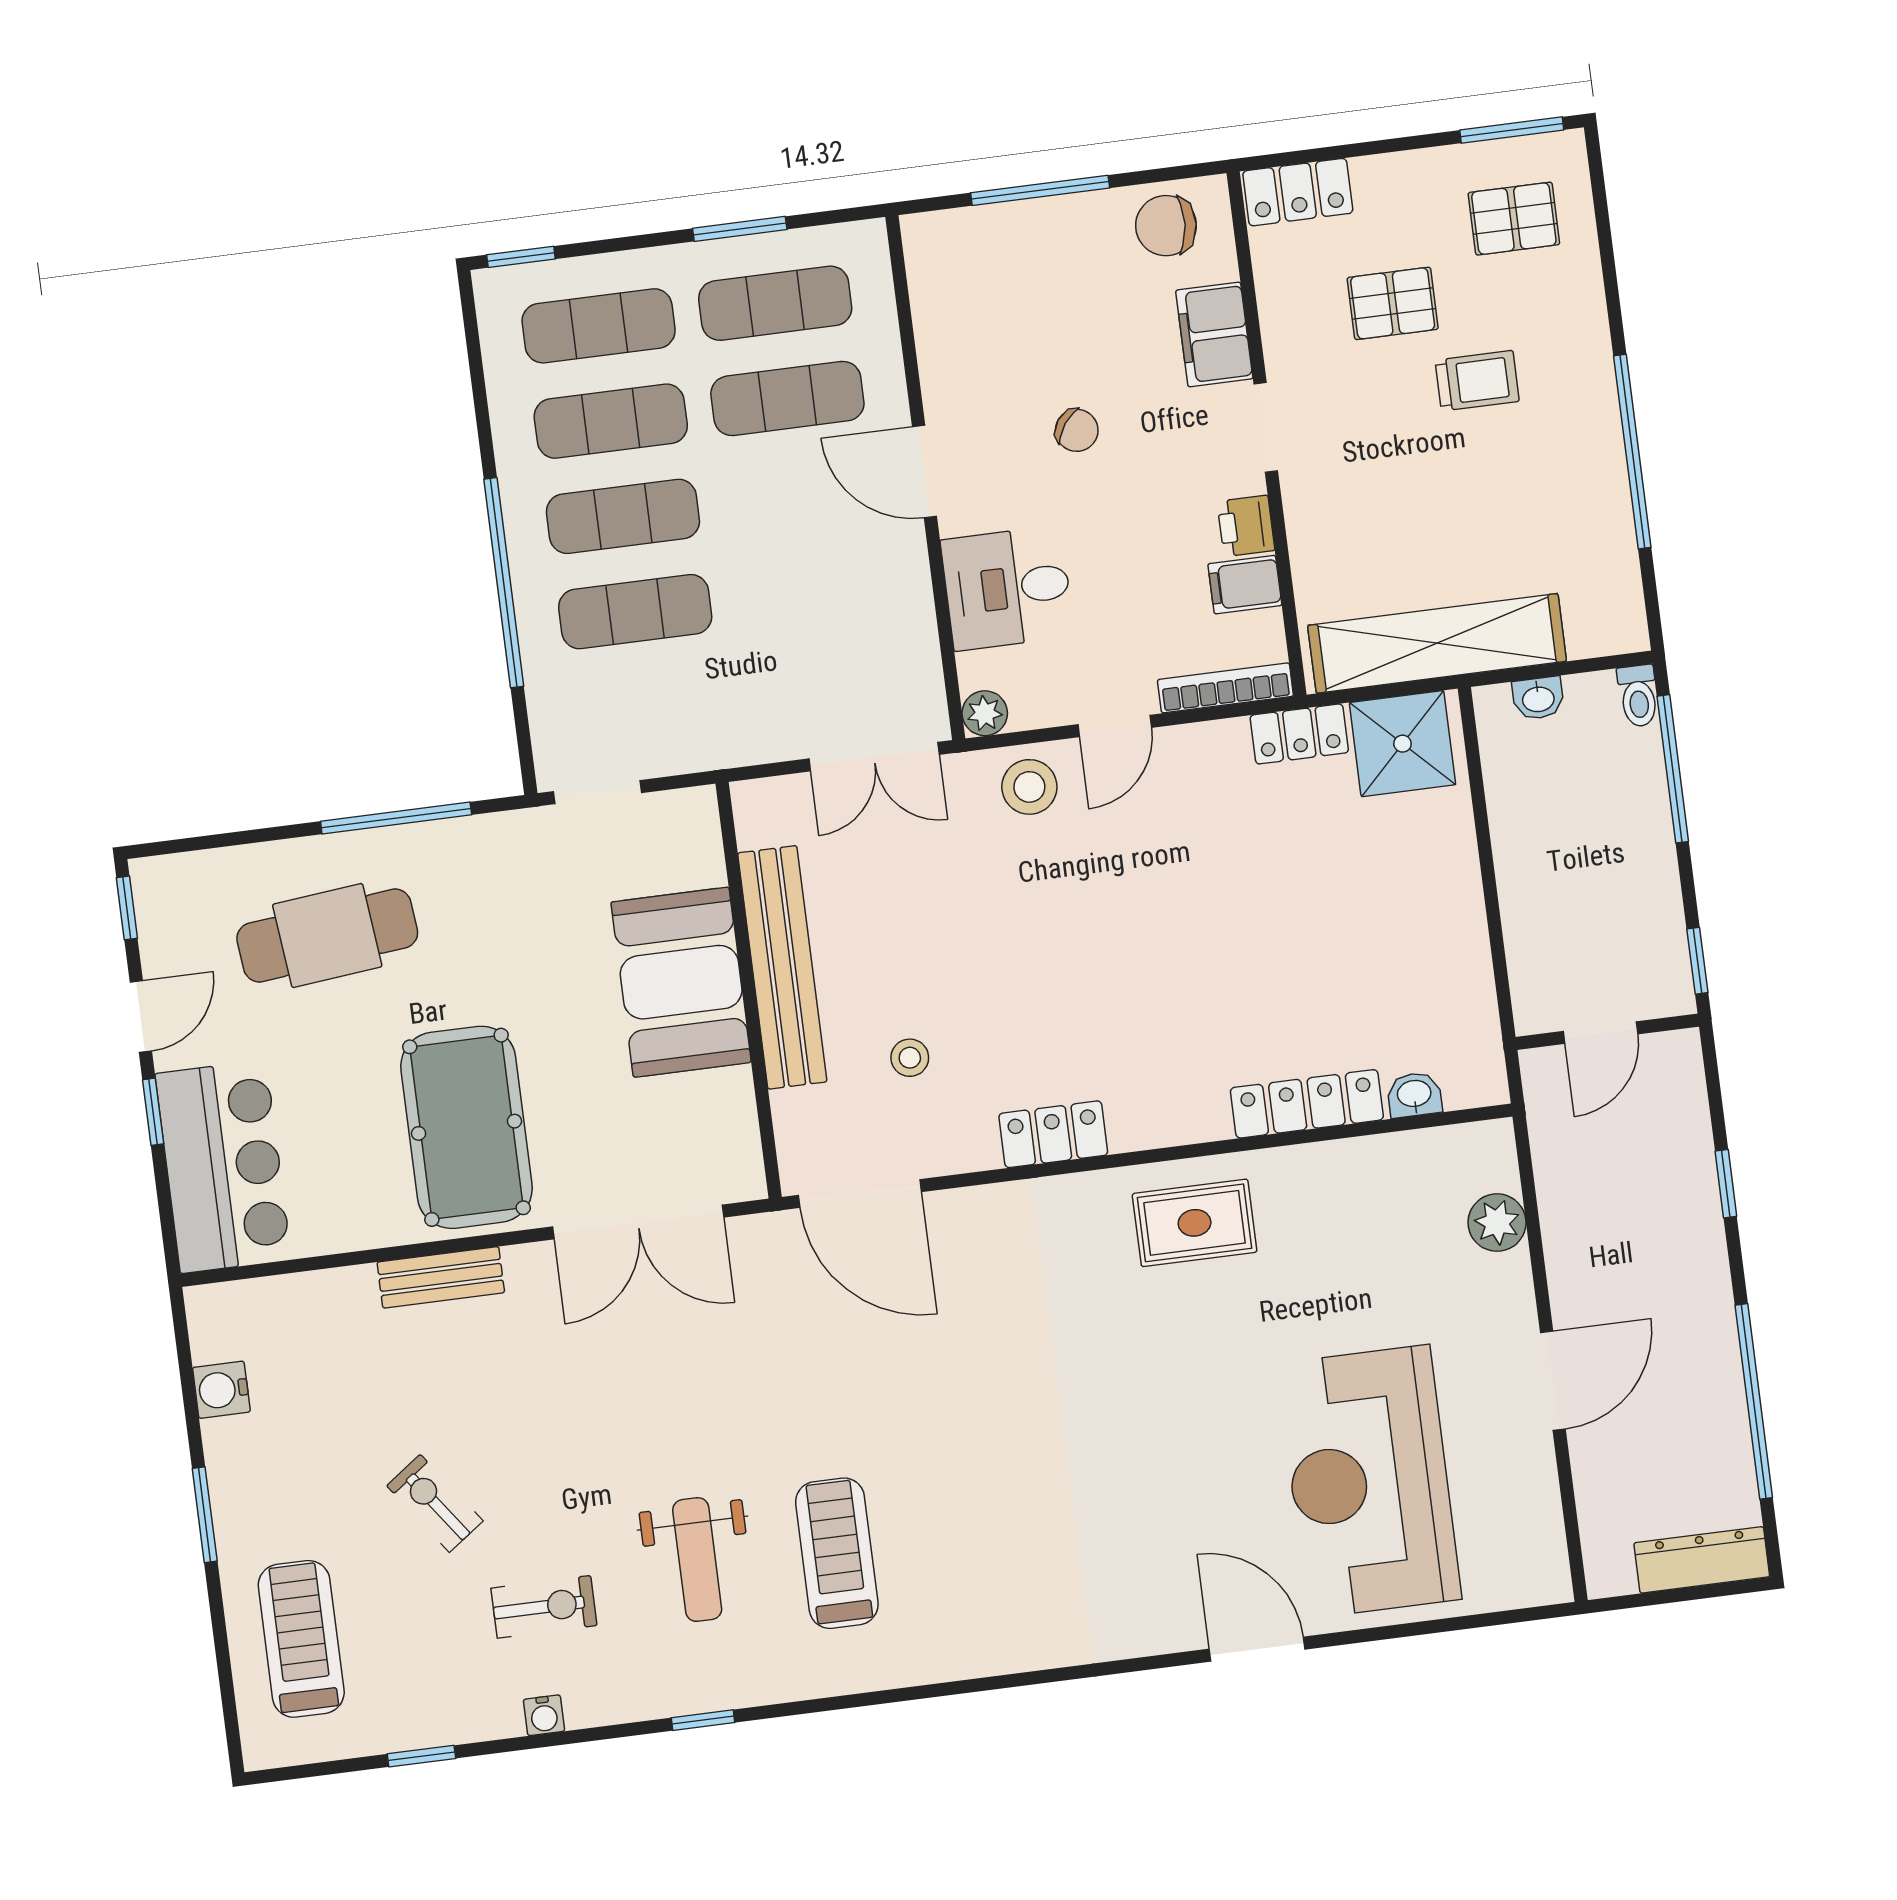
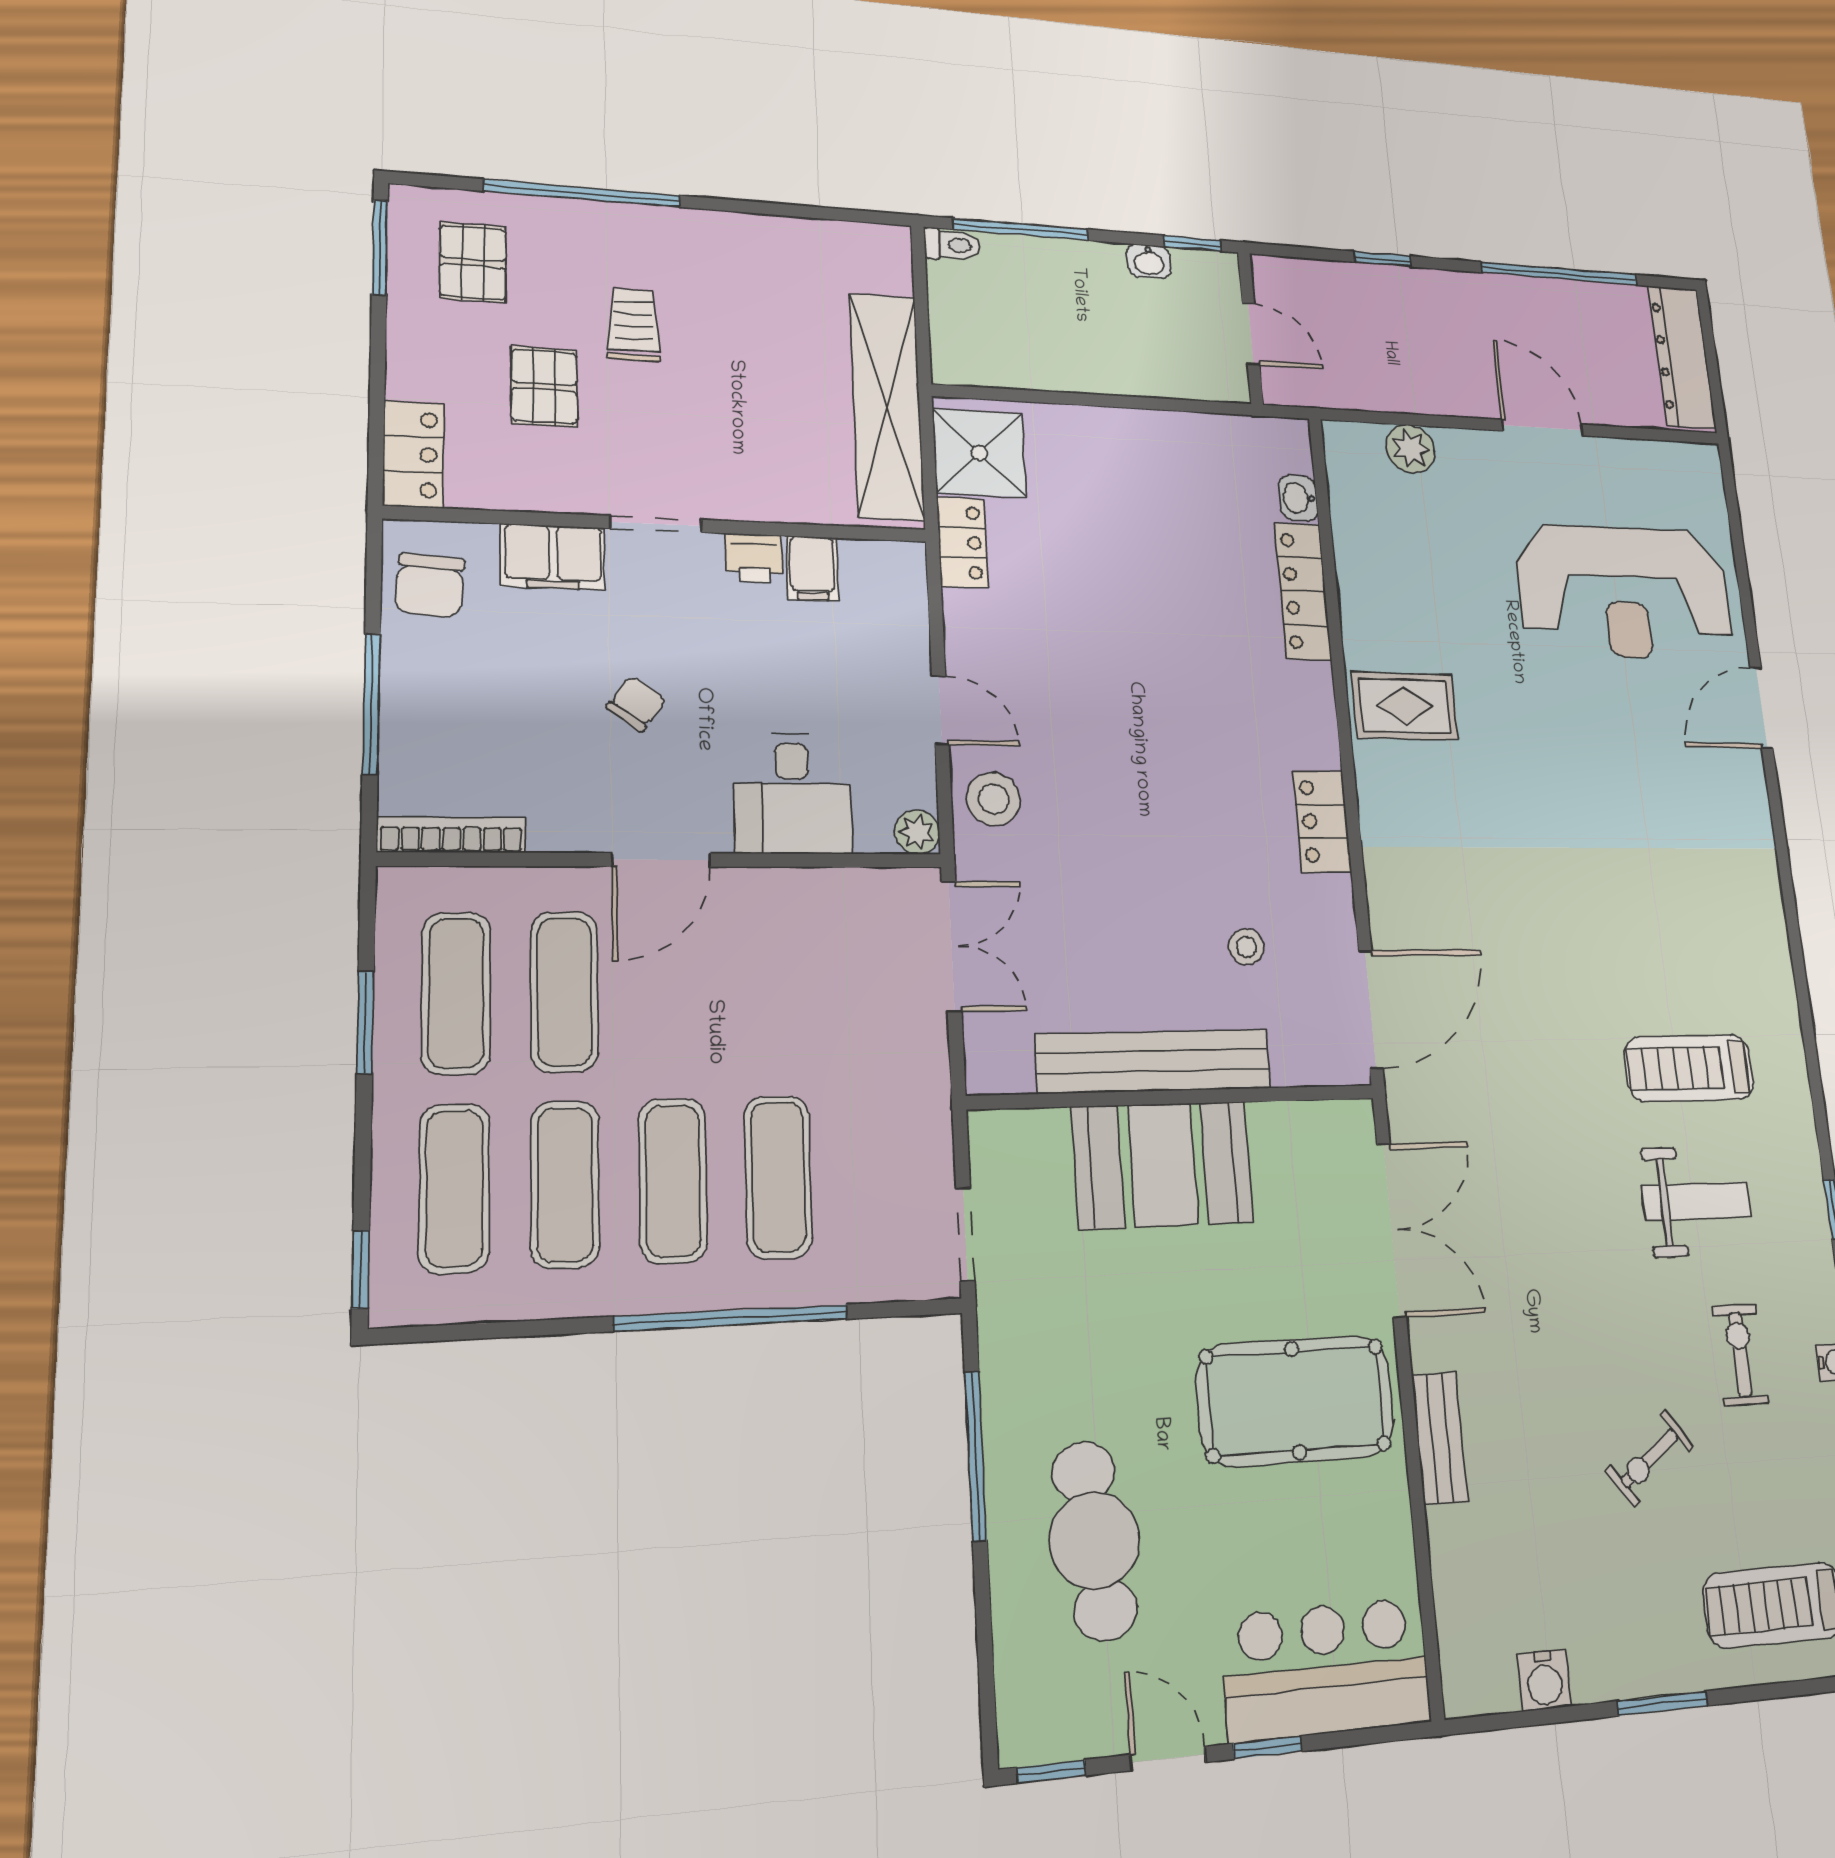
window: (1632, 452) -> (582, 193), moved
bookcase: (1225, 688) -> (452, 835), moved, turned 90
washbasin: (1538, 698) -> (1149, 261), moved, turned 90
rug: (1195, 1223) -> (1405, 706), turned 90
dresser: (1702, 1560) -> (1682, 357), width x1.37, depth x1.24

